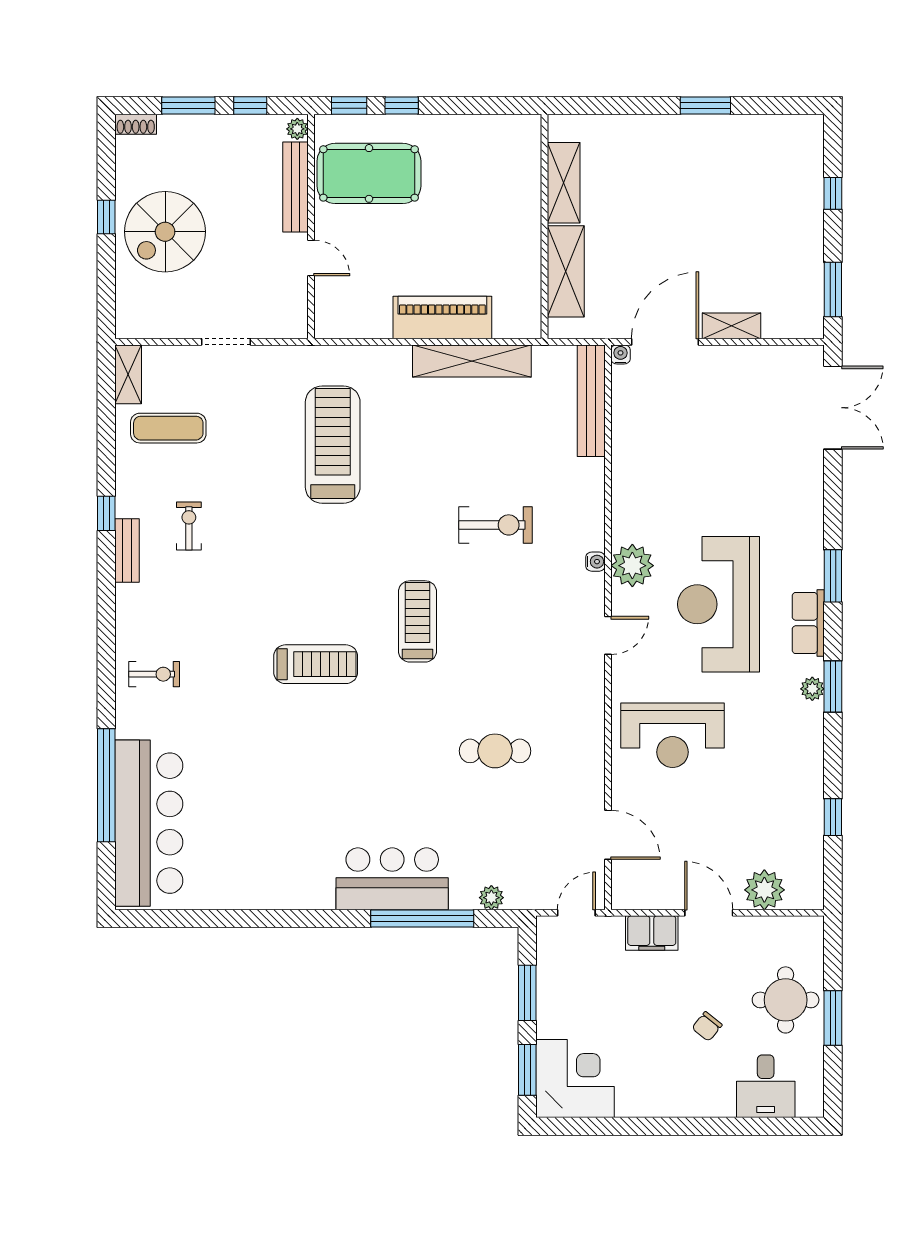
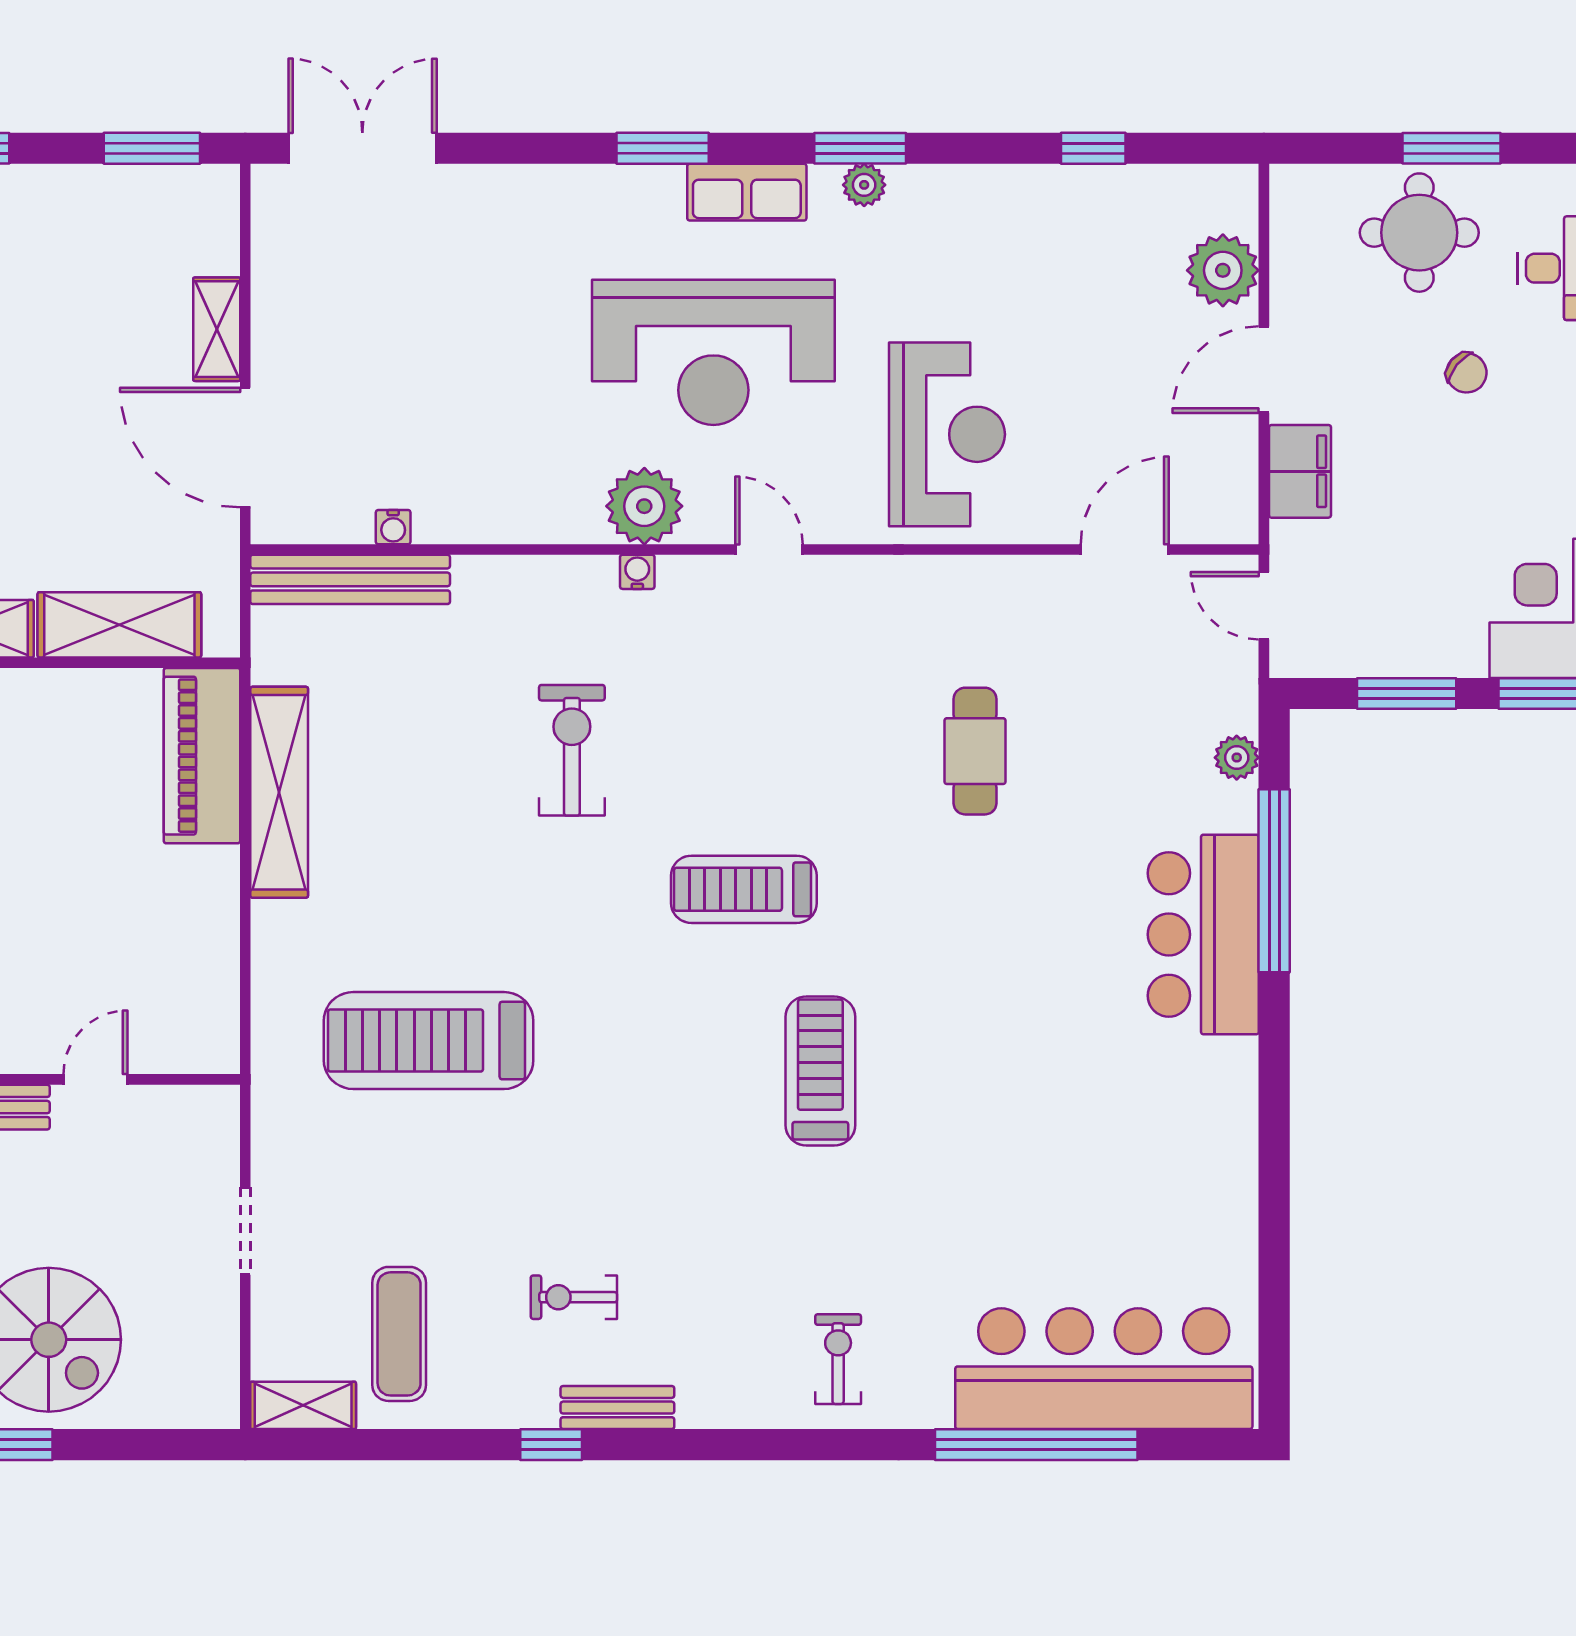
piano: (442, 318) -> (202, 756), moved
water cooler: (620, 354) -> (393, 527), moved, turned -90

